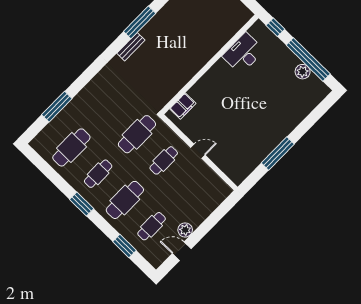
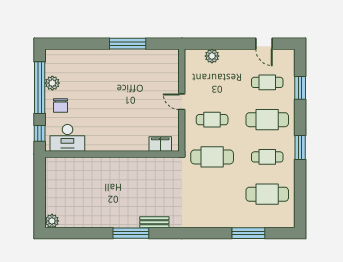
desk: (243, 53) -> (67, 138), moved
chair: (281, 62) -> (61, 105), added
plant: (185, 230) -> (212, 56), moved

